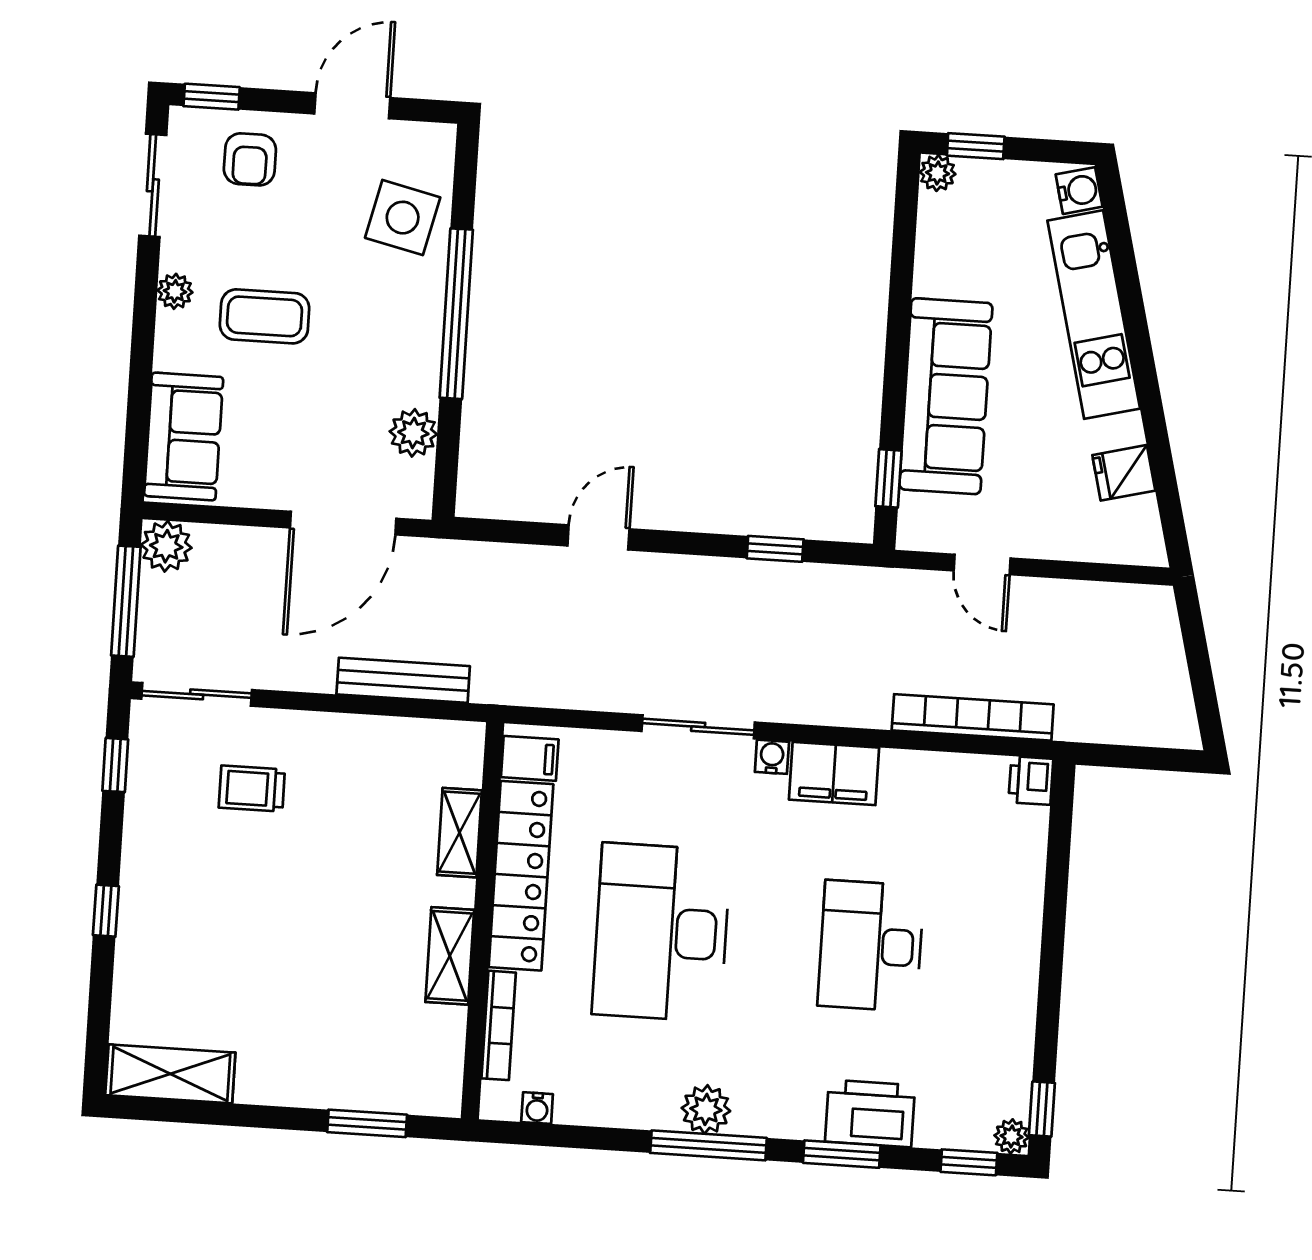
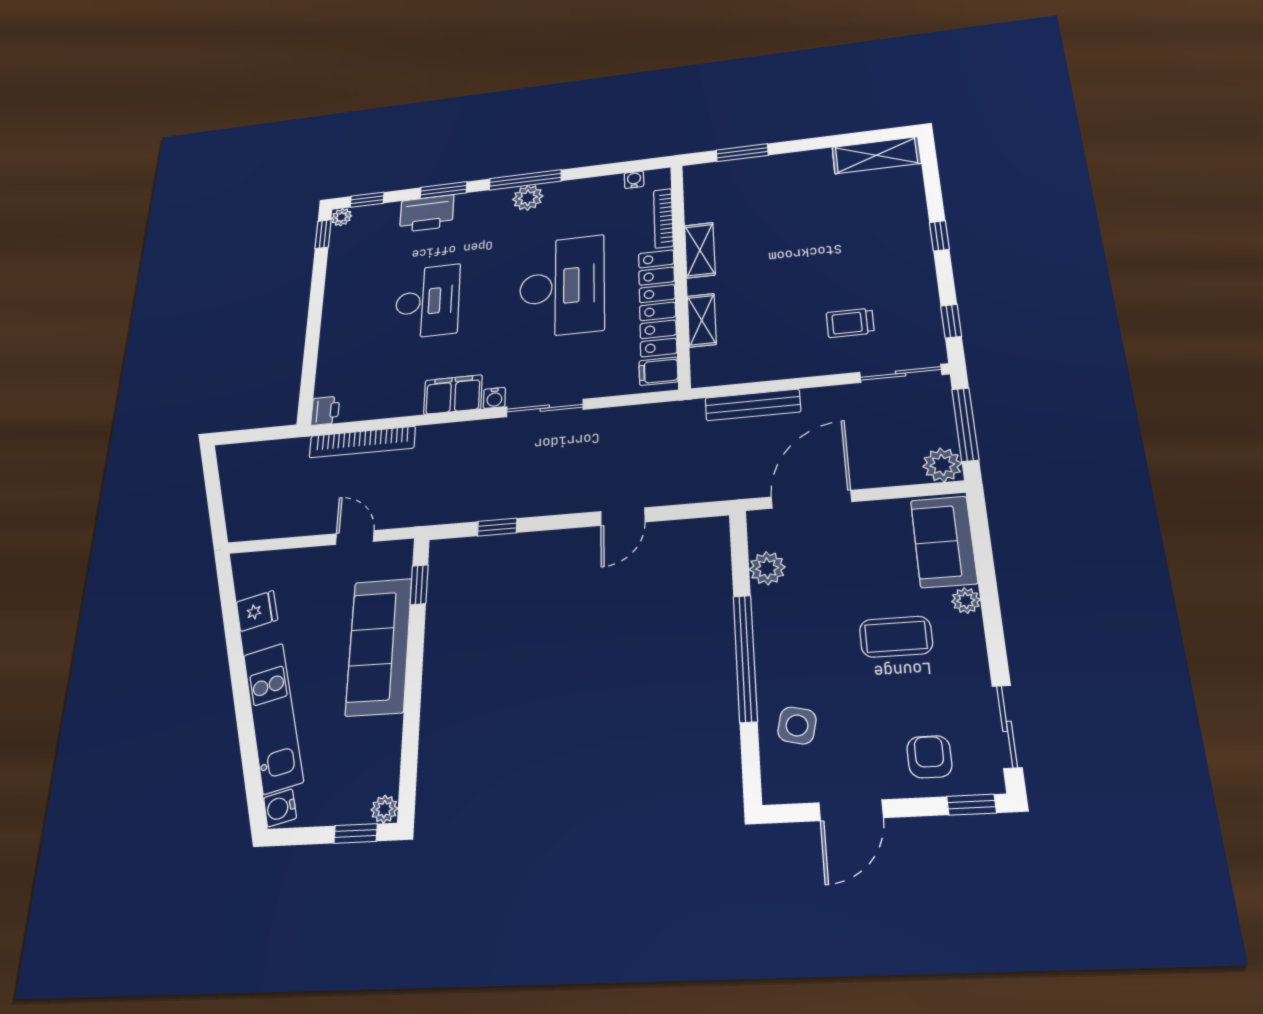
side table: (403, 218) -> (797, 725), width x0.73, depth x0.73
plant: (175, 291) -> (966, 601), moved
trolley: (252, 789) -> (850, 323), turned 180

